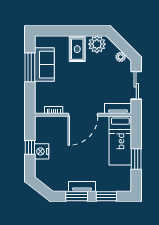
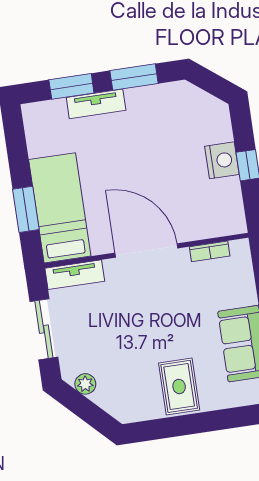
plant: (97, 44) -> (139, 403), removed
door: (83, 115) -> (146, 250), hinge flipped
window: (136, 159) -> (26, 209), moved
tv unit: (82, 186) -> (96, 104), moved

